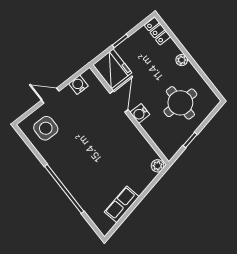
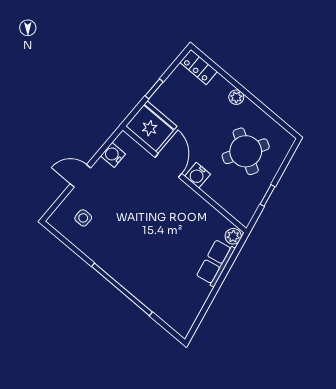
round table: (180, 103) -> (246, 151), turned 30
side table: (46, 128) -> (83, 218), width x0.54, depth x0.54
row of seats: (122, 204) -> (216, 263), moved

